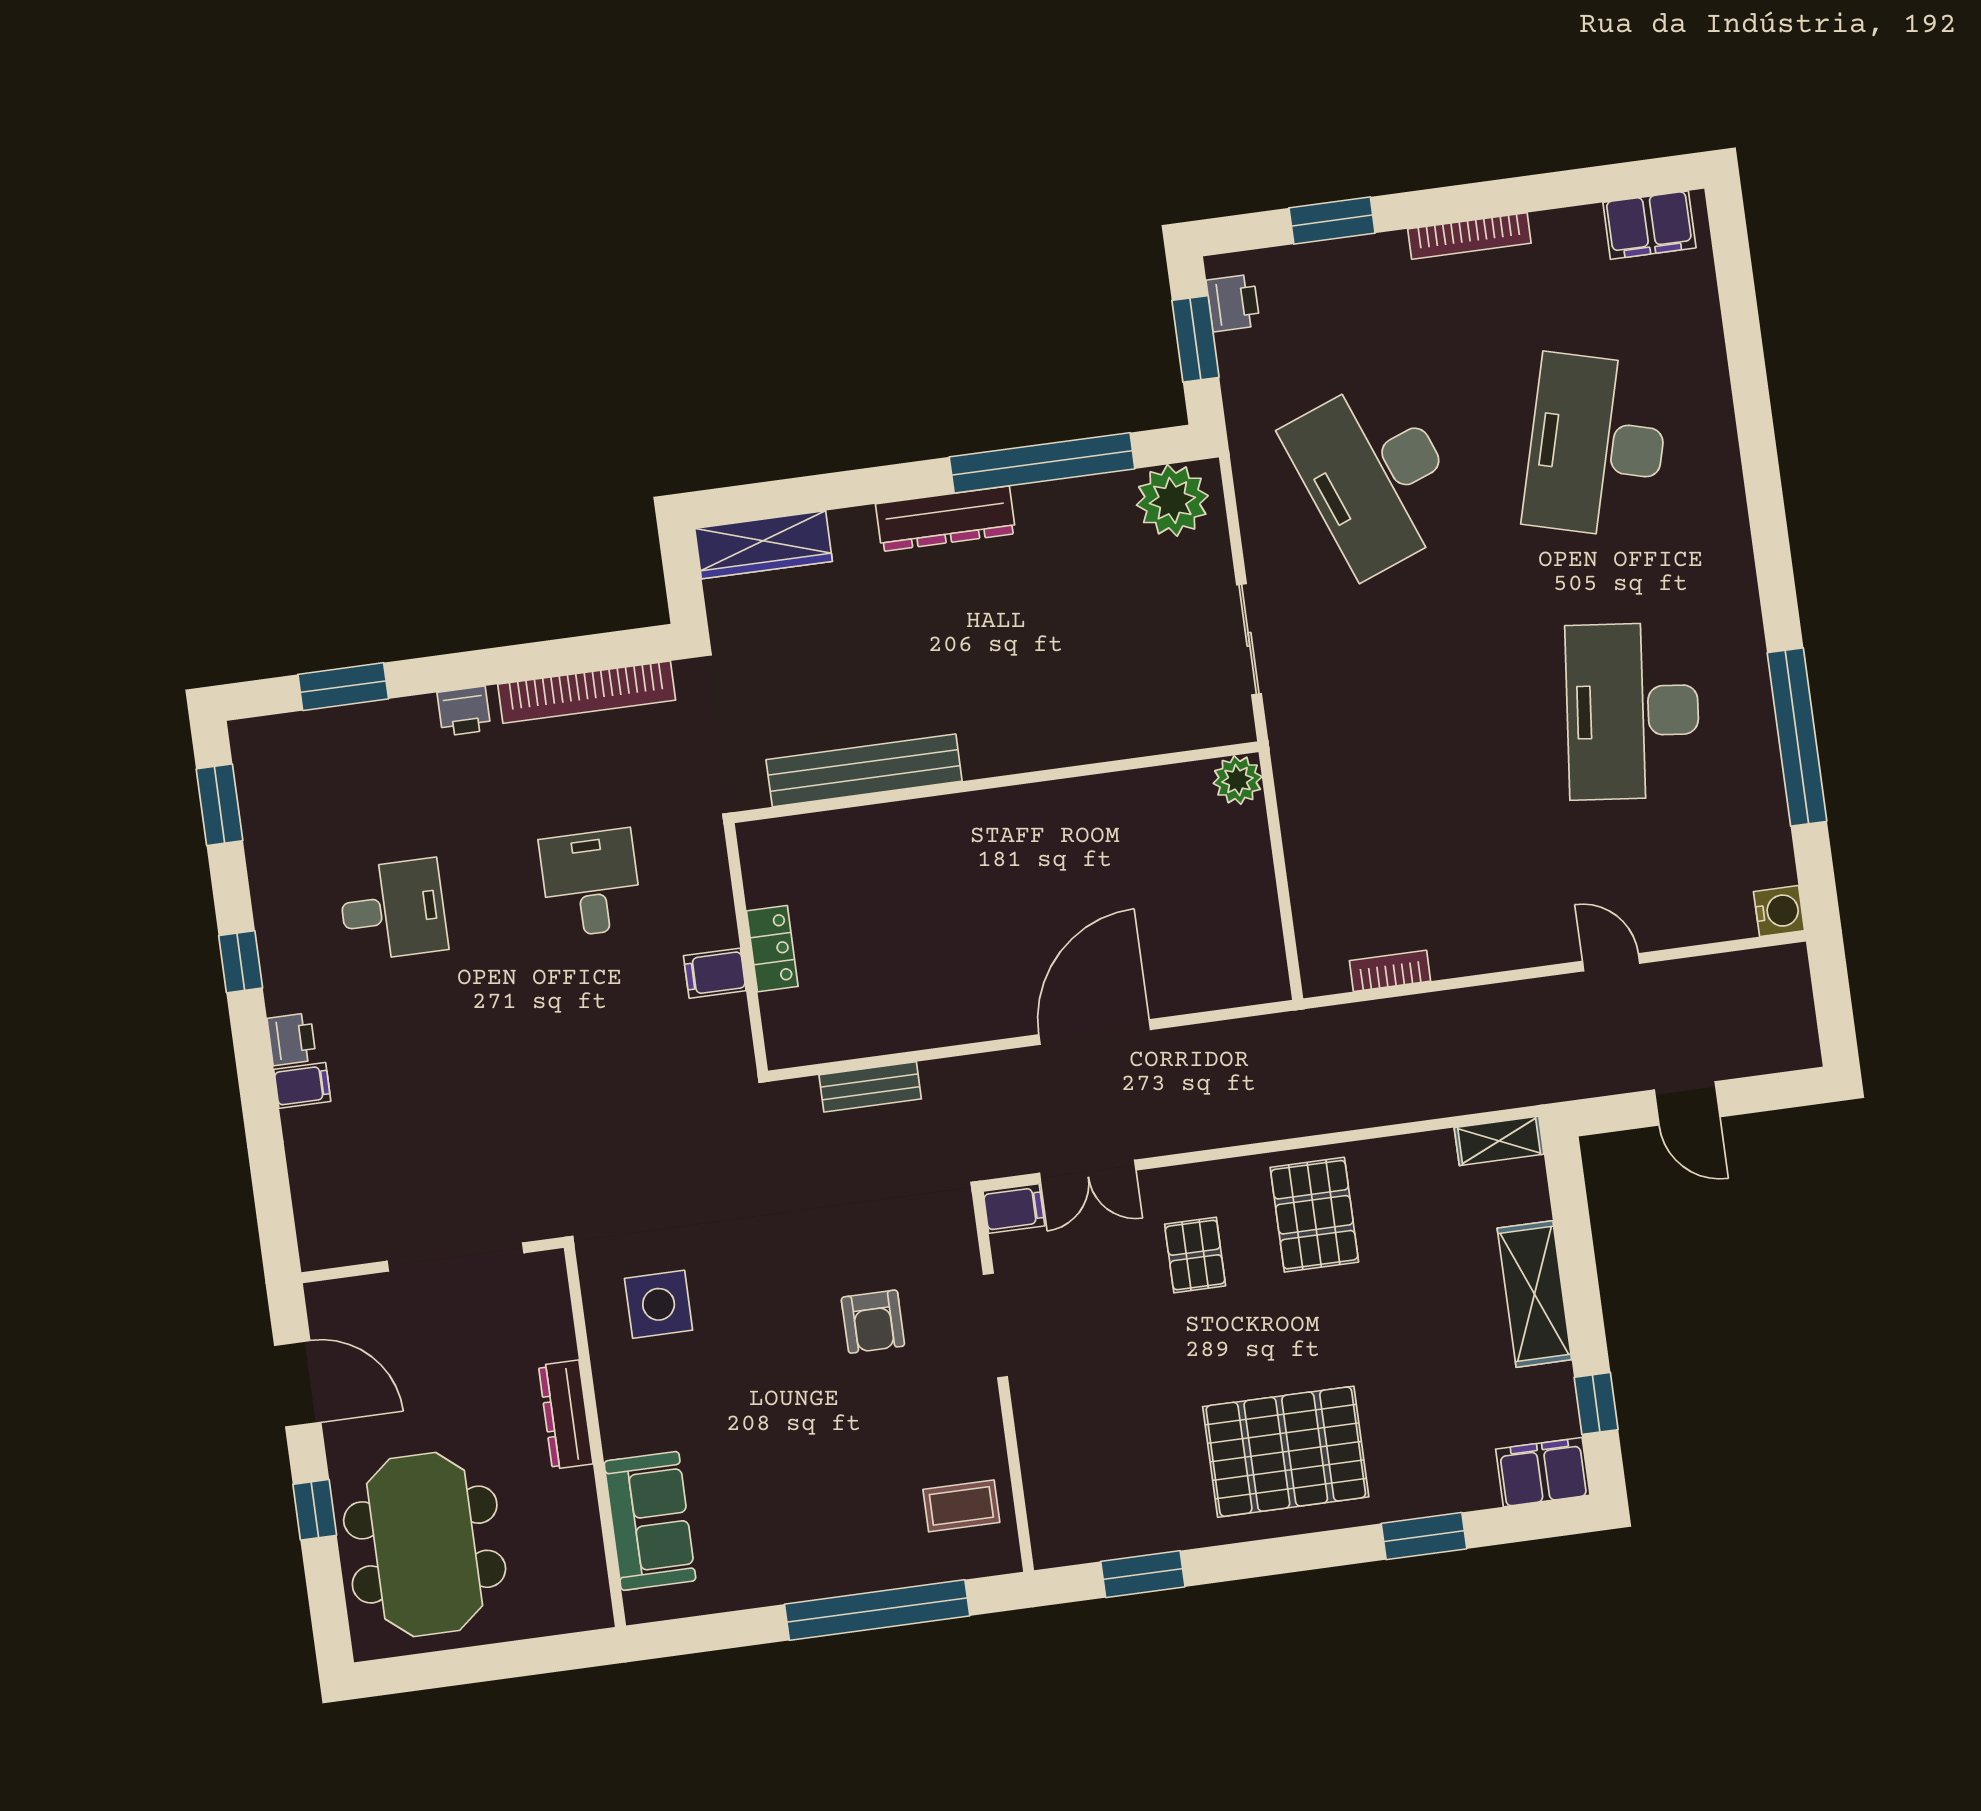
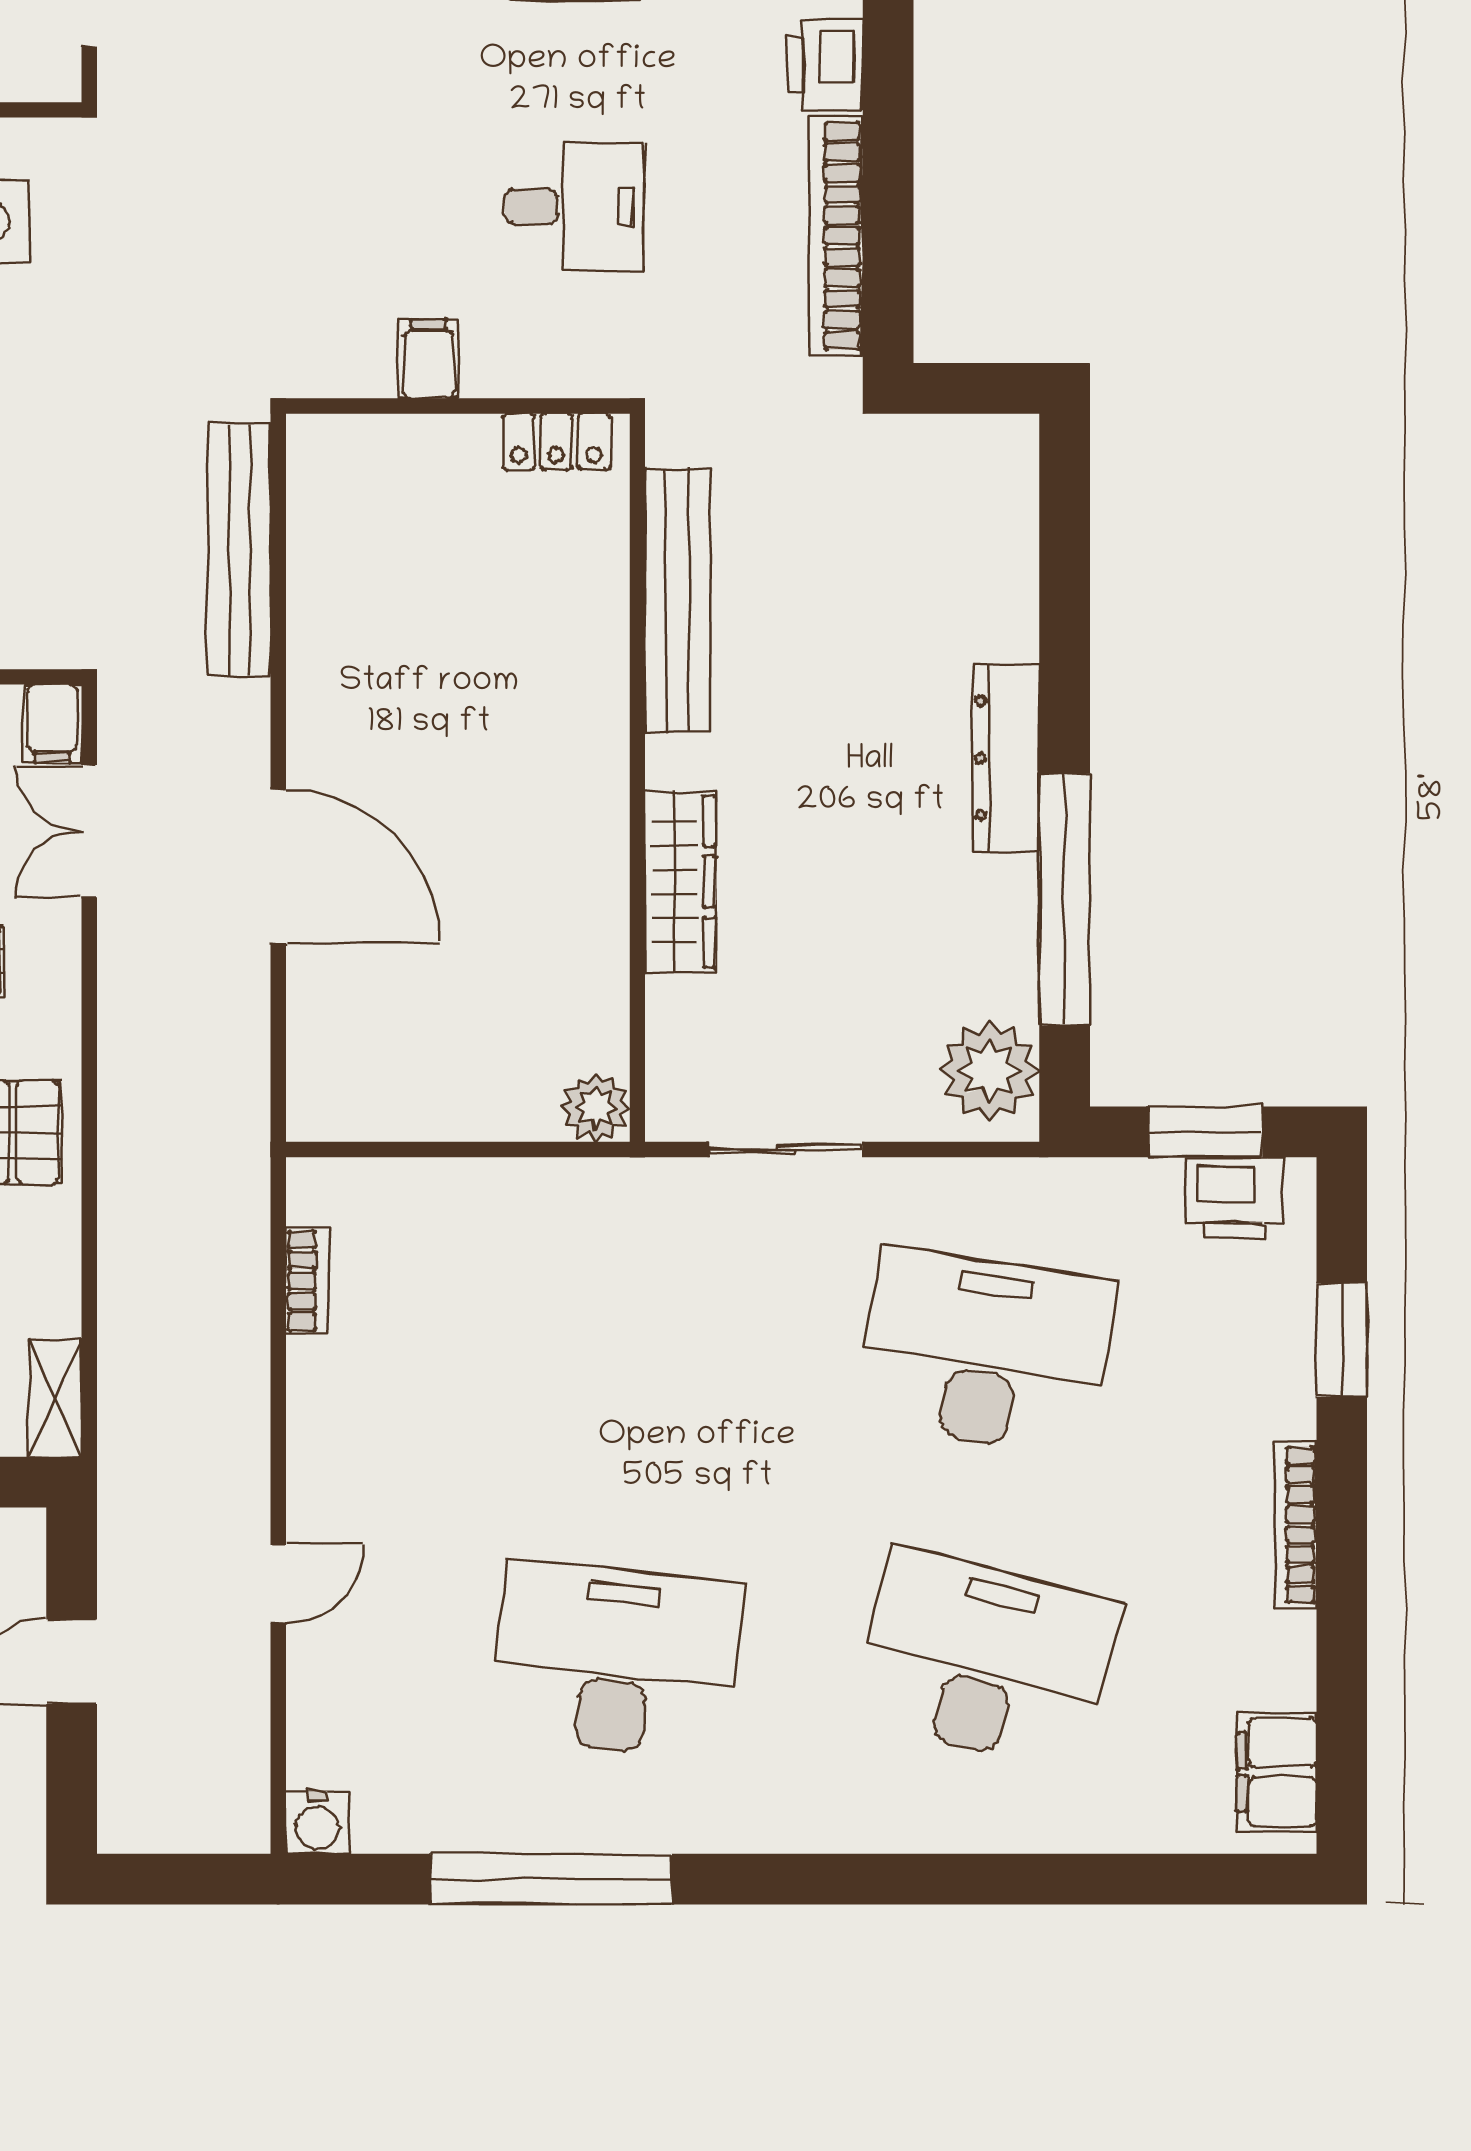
printer: (1233, 303) -> (1234, 1198), width x1.36, depth x1.24
desk: (1375, 476) -> (985, 1351), turned 30
wardrobe: (764, 545) -> (680, 882), moved, turned 180
printer: (464, 711) -> (825, 65), width x1.36, depth x1.24
locker: (772, 949) -> (556, 442), moved
bench: (870, 1087) -> (239, 550), width x1.86, depth x1.21

